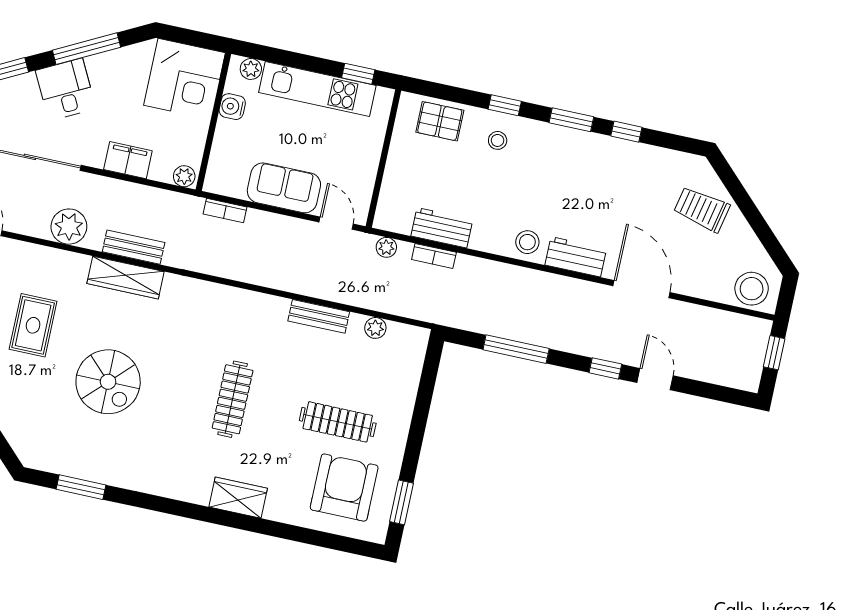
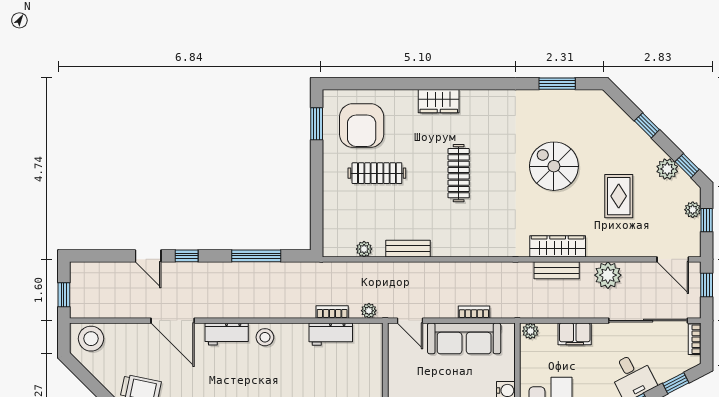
sofa: (284, 188) -> (464, 338), width x1.36
bookcase: (225, 211) -> (474, 312), moved

